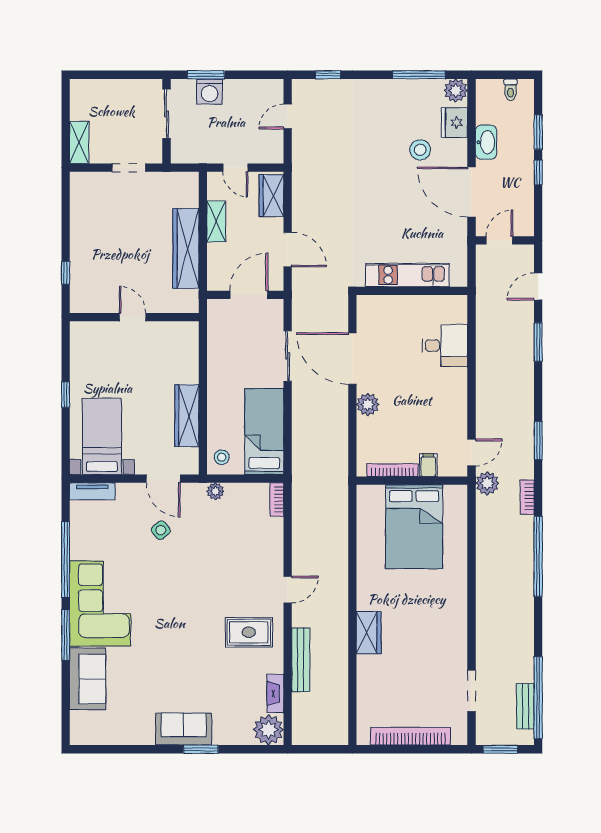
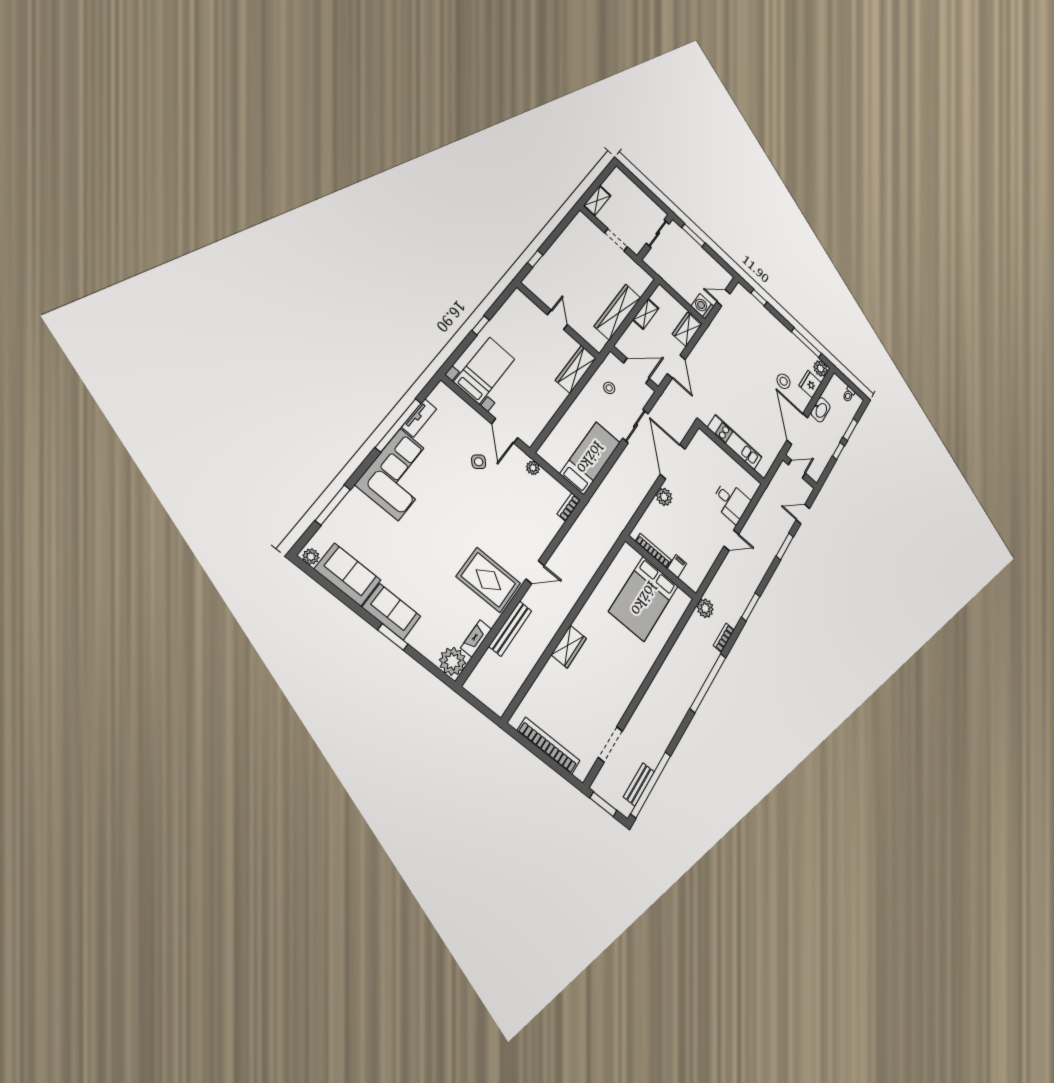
washing machine: (210, 92) -> (702, 306), moved, turned 90
door: (235, 168) -> (677, 296), removed
wardrobe: (187, 416) -> (576, 369), moved
door: (471, 453) -> (731, 540), moved
stool: (222, 457) -> (609, 388), moved
tv unit: (92, 491) -> (419, 418), moved, turned -90
rug: (249, 632) -> (488, 580), width x1.36, depth x1.43
window: (66, 635) -> (333, 505), moved
sofa: (88, 679) -> (348, 575), moved, turned -90
plant: (82, 737) -> (311, 557), added

